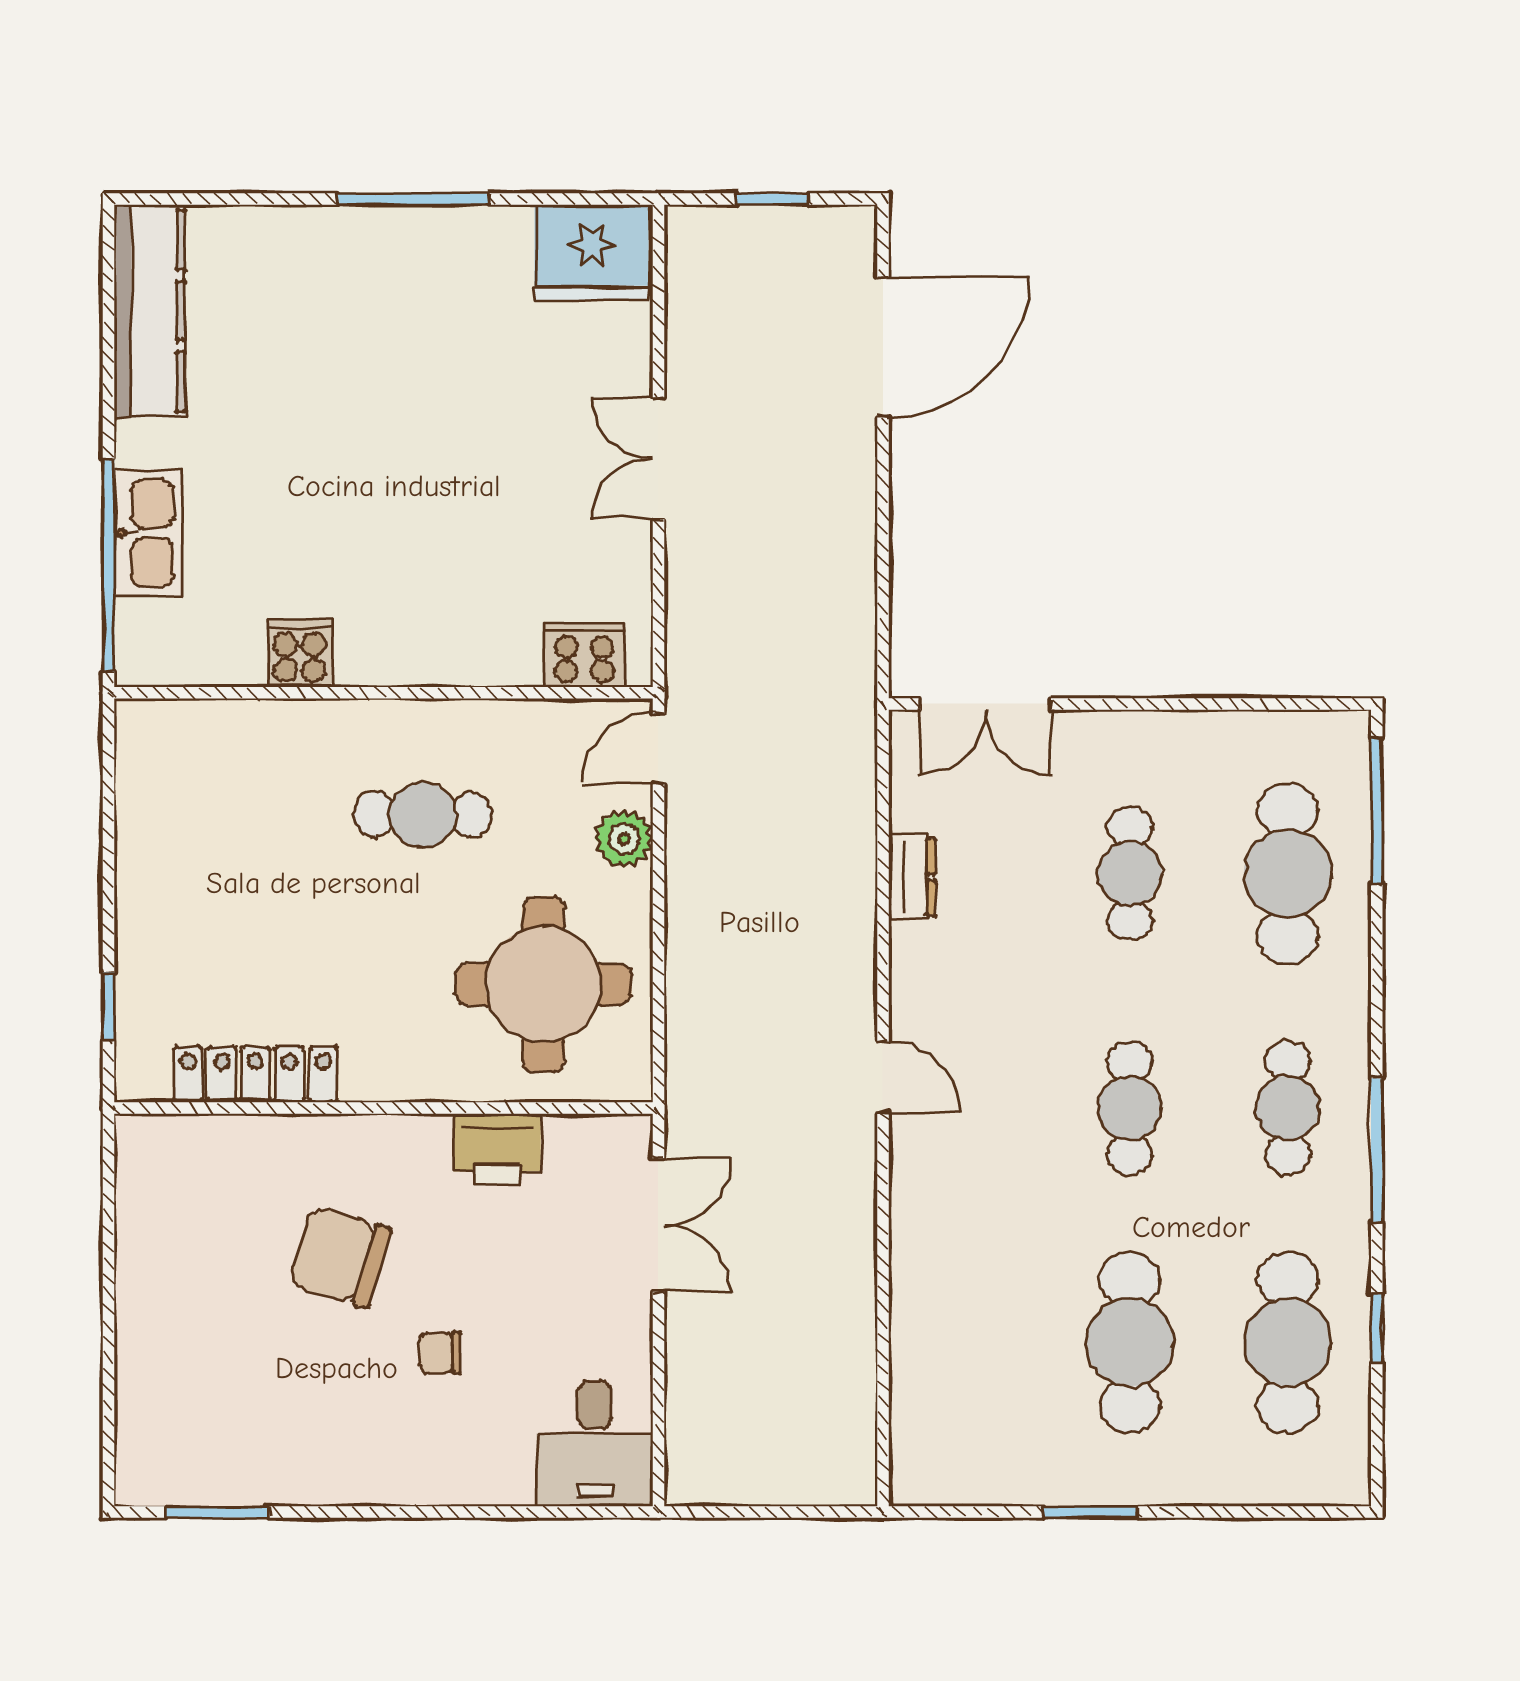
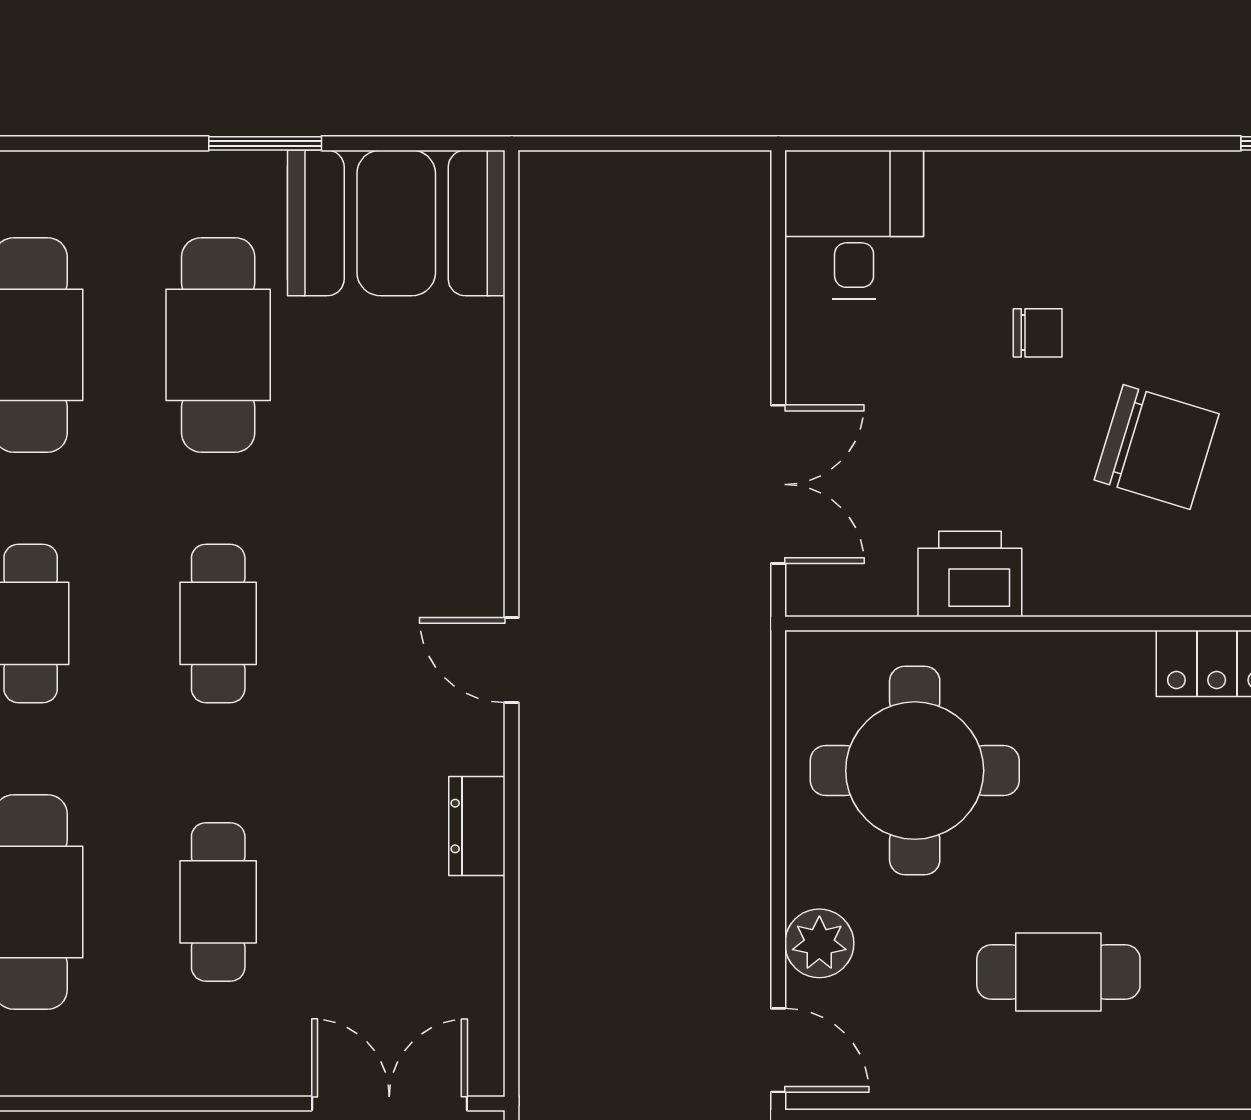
door: (658, 749) -> (778, 1050), hinge flipped
dresser: (912, 877) -> (477, 826), moved
double door: (658, 1225) -> (778, 484), swing flipped
booth: (980, 1445) -> (396, 223), added

